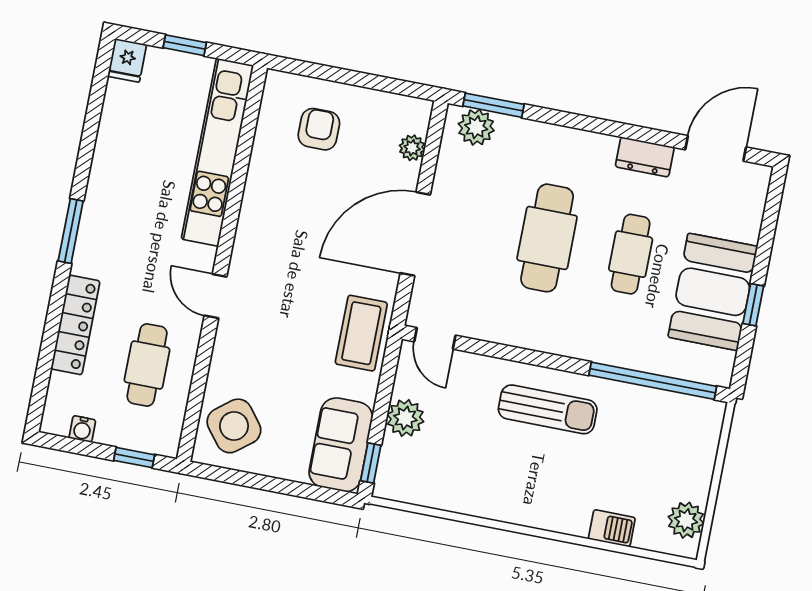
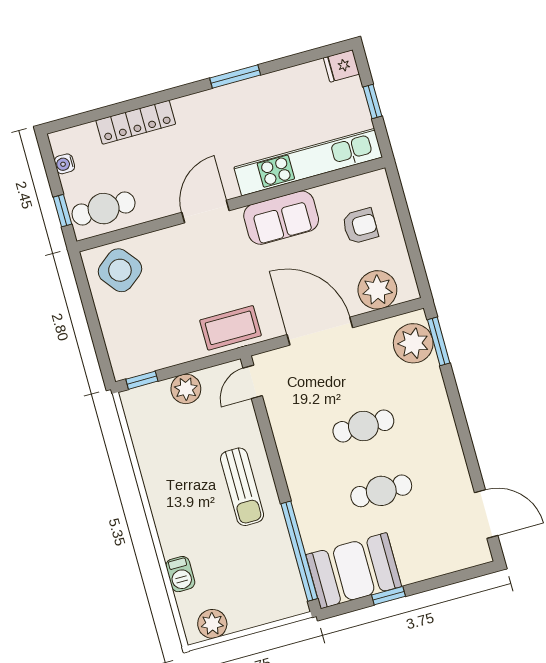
plant: (476, 127) -> (413, 343), width x1.36, depth x1.36
plant: (412, 148) -> (377, 290), width x1.88, depth x1.88
dresser: (645, 157) -> (455, 467), removed
window: (71, 231) -> (235, 76), moved
cafe table: (547, 238) -> (363, 426), width x0.73, depth x0.74
booth: (713, 292) -> (354, 571), moved
door: (216, 296) -> (205, 212), width x1.37
cafe table: (147, 365) -> (104, 209), moved
sofa: (341, 445) -> (281, 218), moved, turned 180

